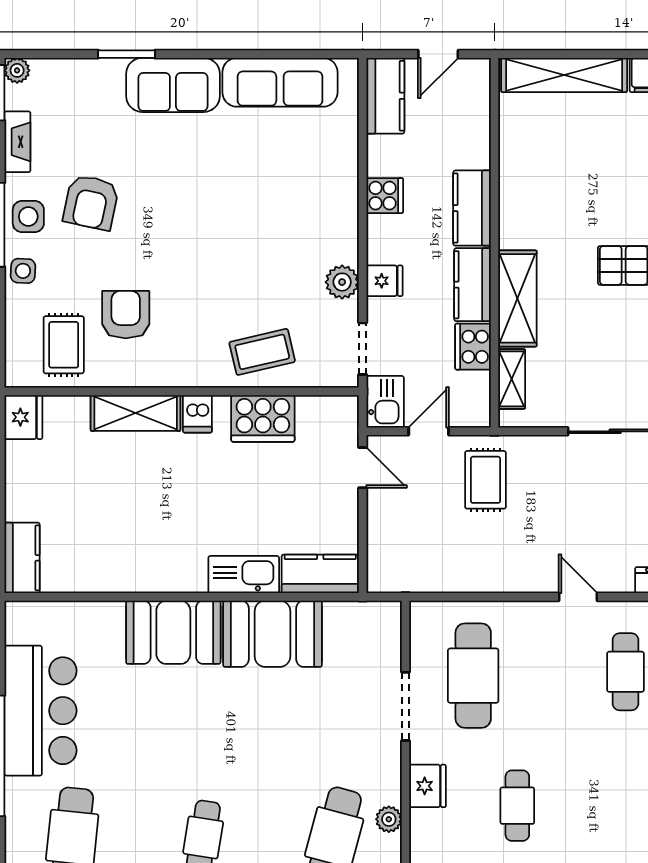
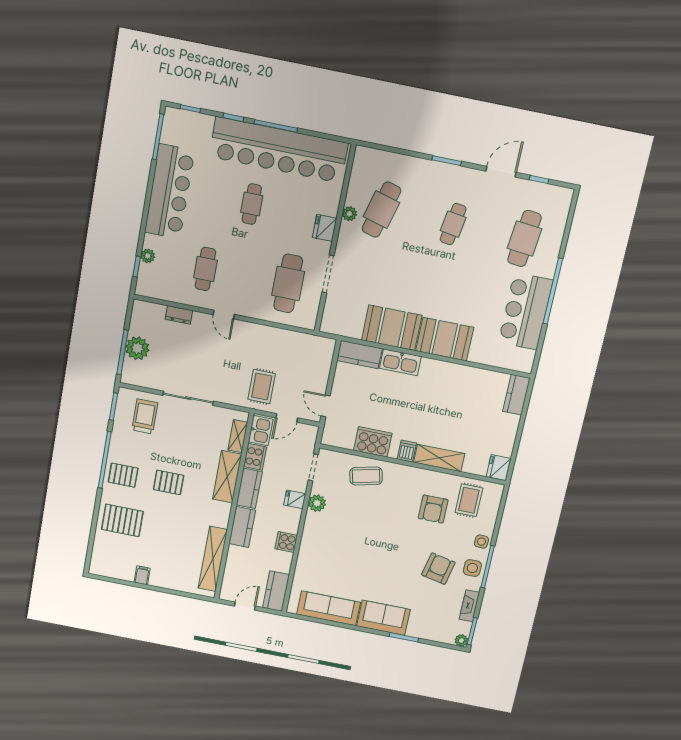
shelving: (564, 75) -> (213, 559), moved, turned 90
kitchen sink: (385, 402) -> (261, 430), moved, turned 180
cafe table: (517, 806) -> (252, 204), moved

